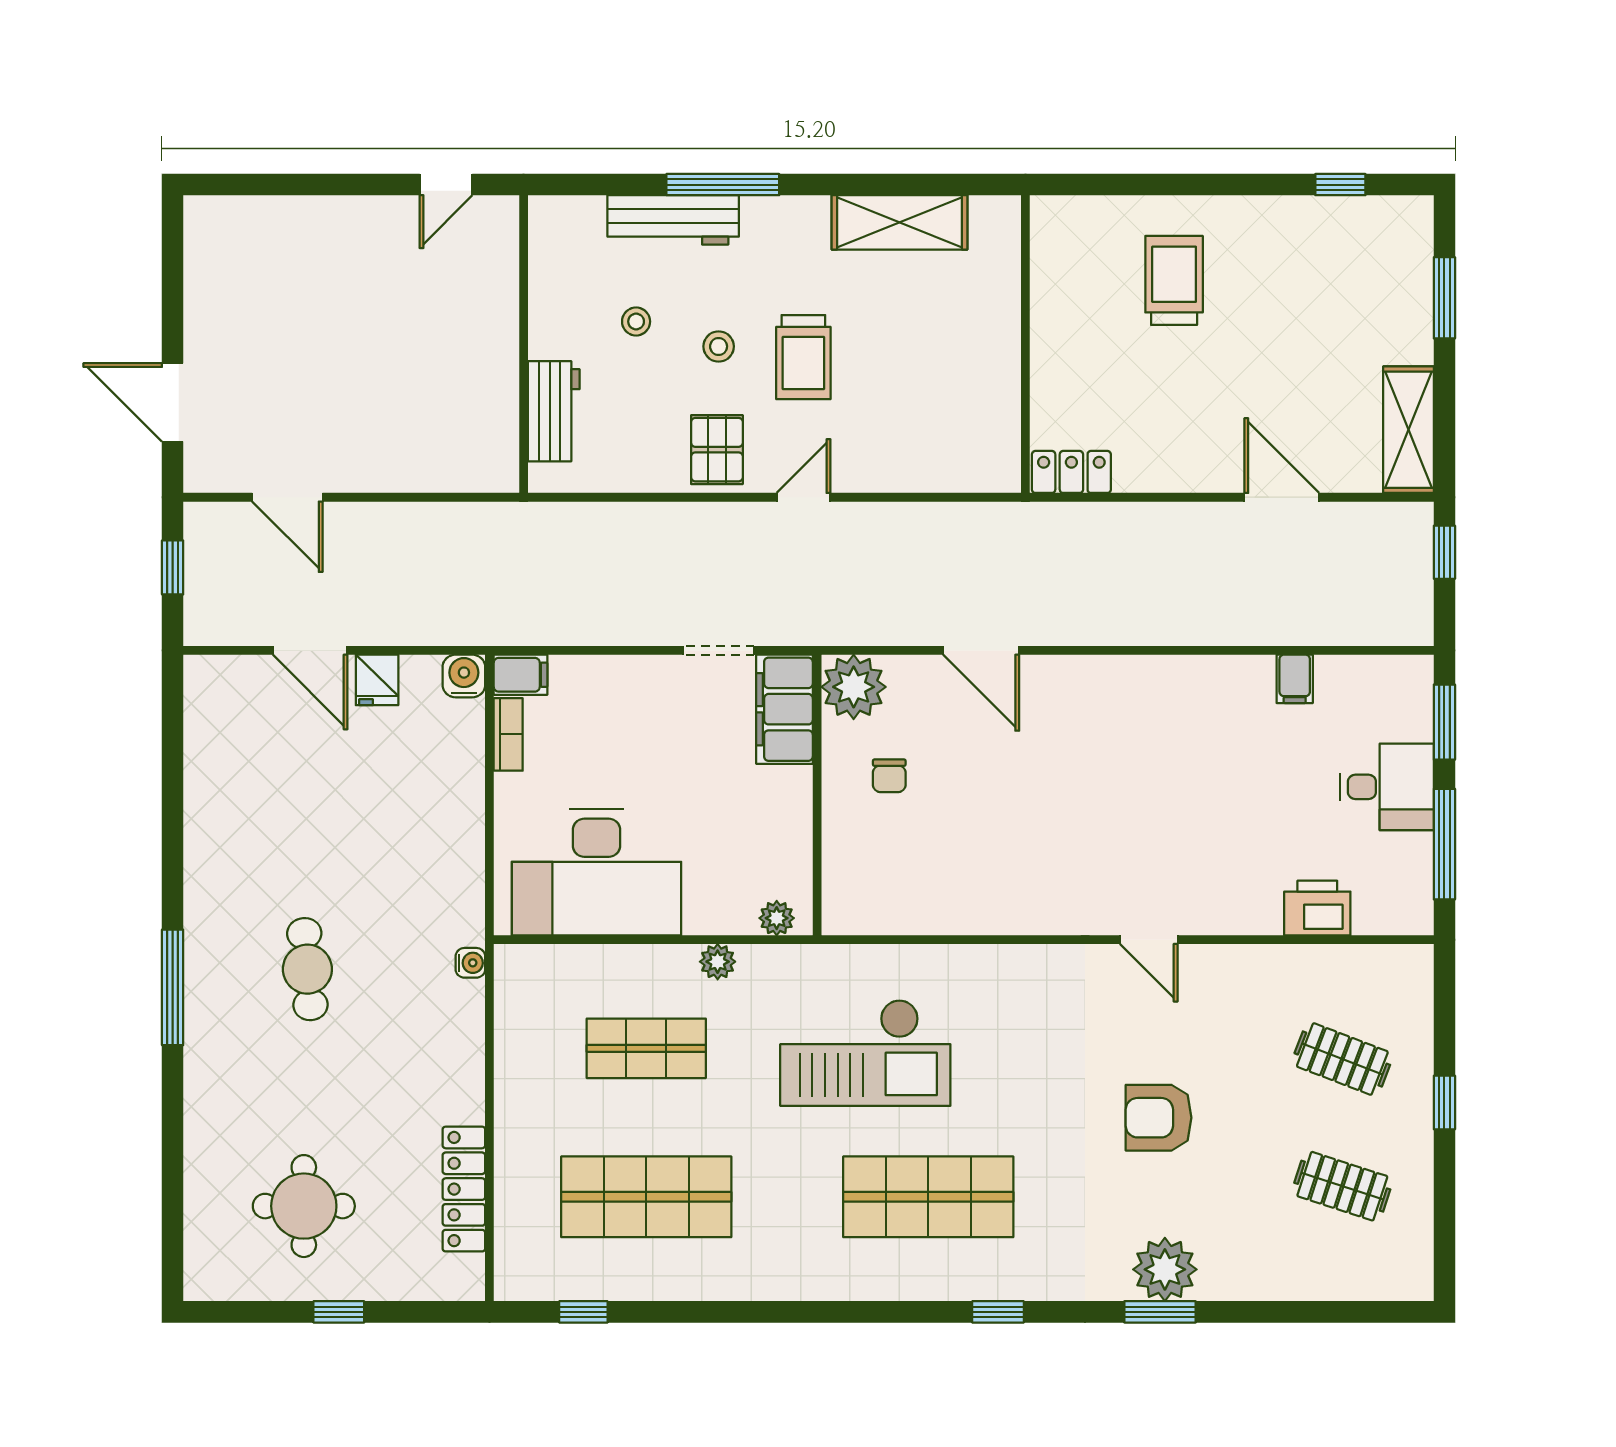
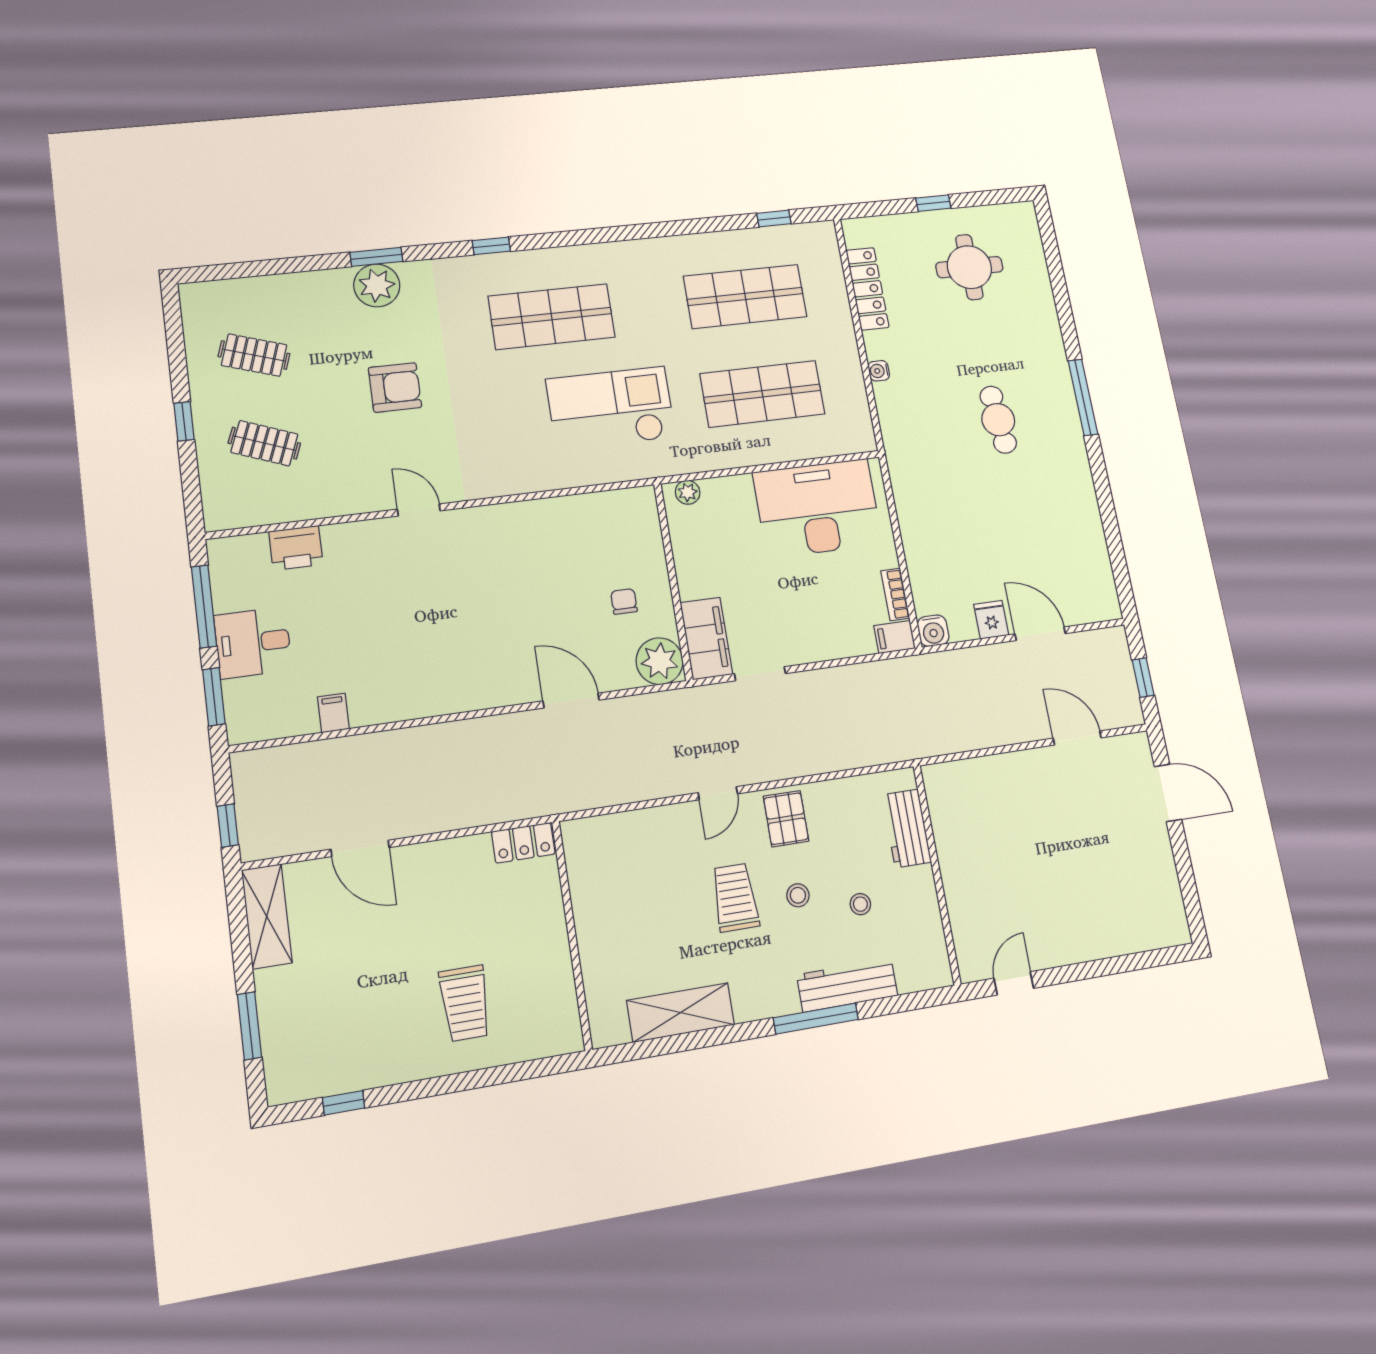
plant: (718, 962) -> (724, 458), removed
water cooler: (470, 963) -> (879, 371), moved
shop shelf: (646, 1048) -> (762, 394), width x1.43, depth x1.36

